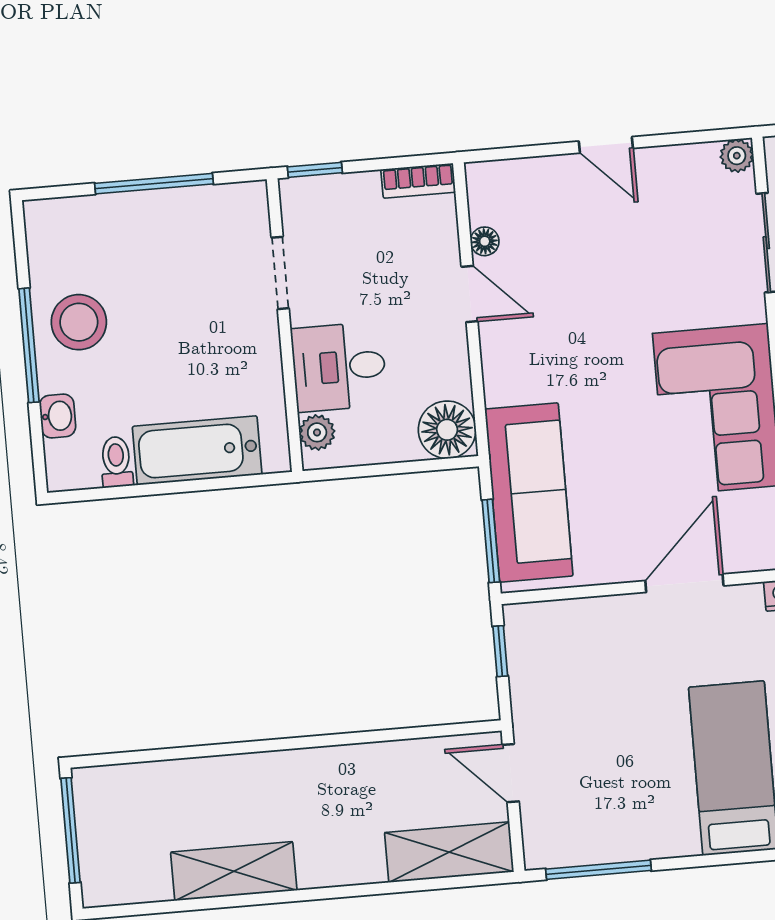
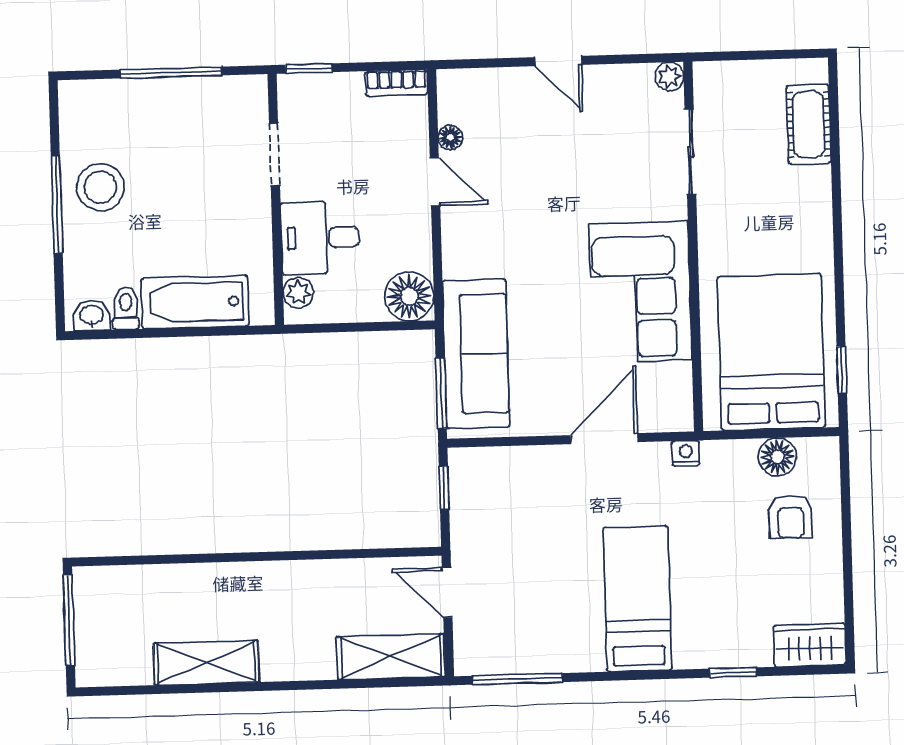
washbasin: (58, 416) -> (92, 316), moved, turned -90

